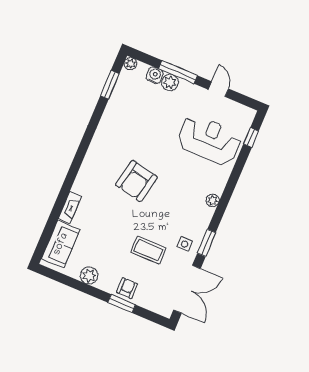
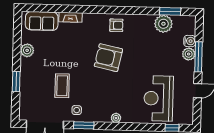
plant: (130, 64) -> (163, 24), moved, width x1.87, depth x1.87
reception desk: (209, 140) -> (158, 98), turned 180
armchair: (127, 288) -> (116, 25), moved

